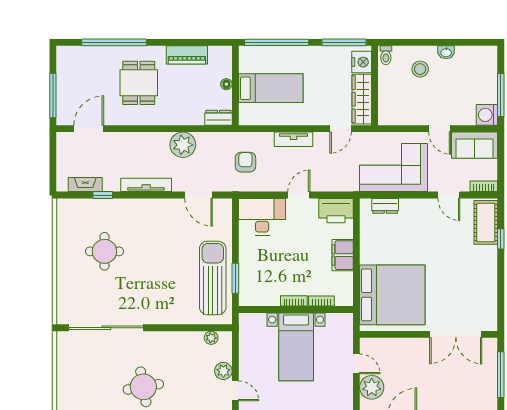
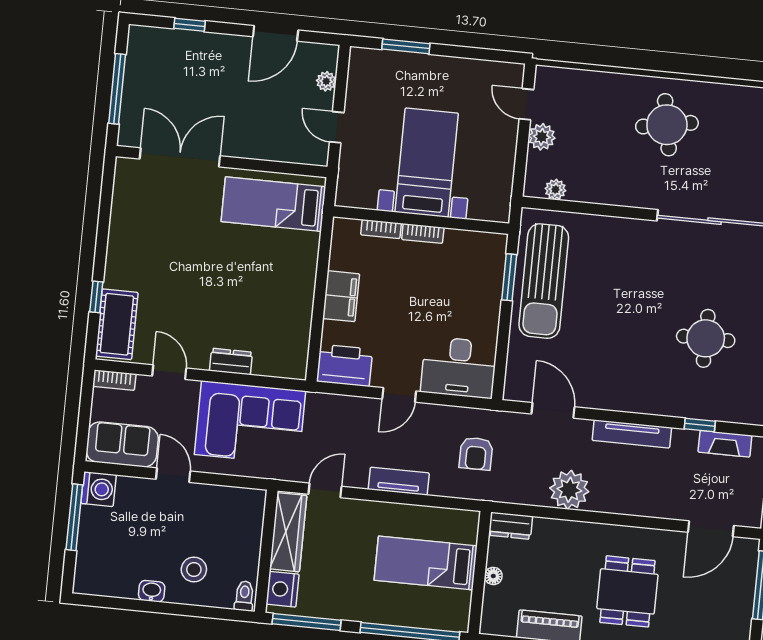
dresser: (385, 206) -> (231, 361), moved
bed: (392, 295) -> (273, 204), width x0.49
plant: (372, 387) -> (326, 81), width x0.53, depth x0.53

